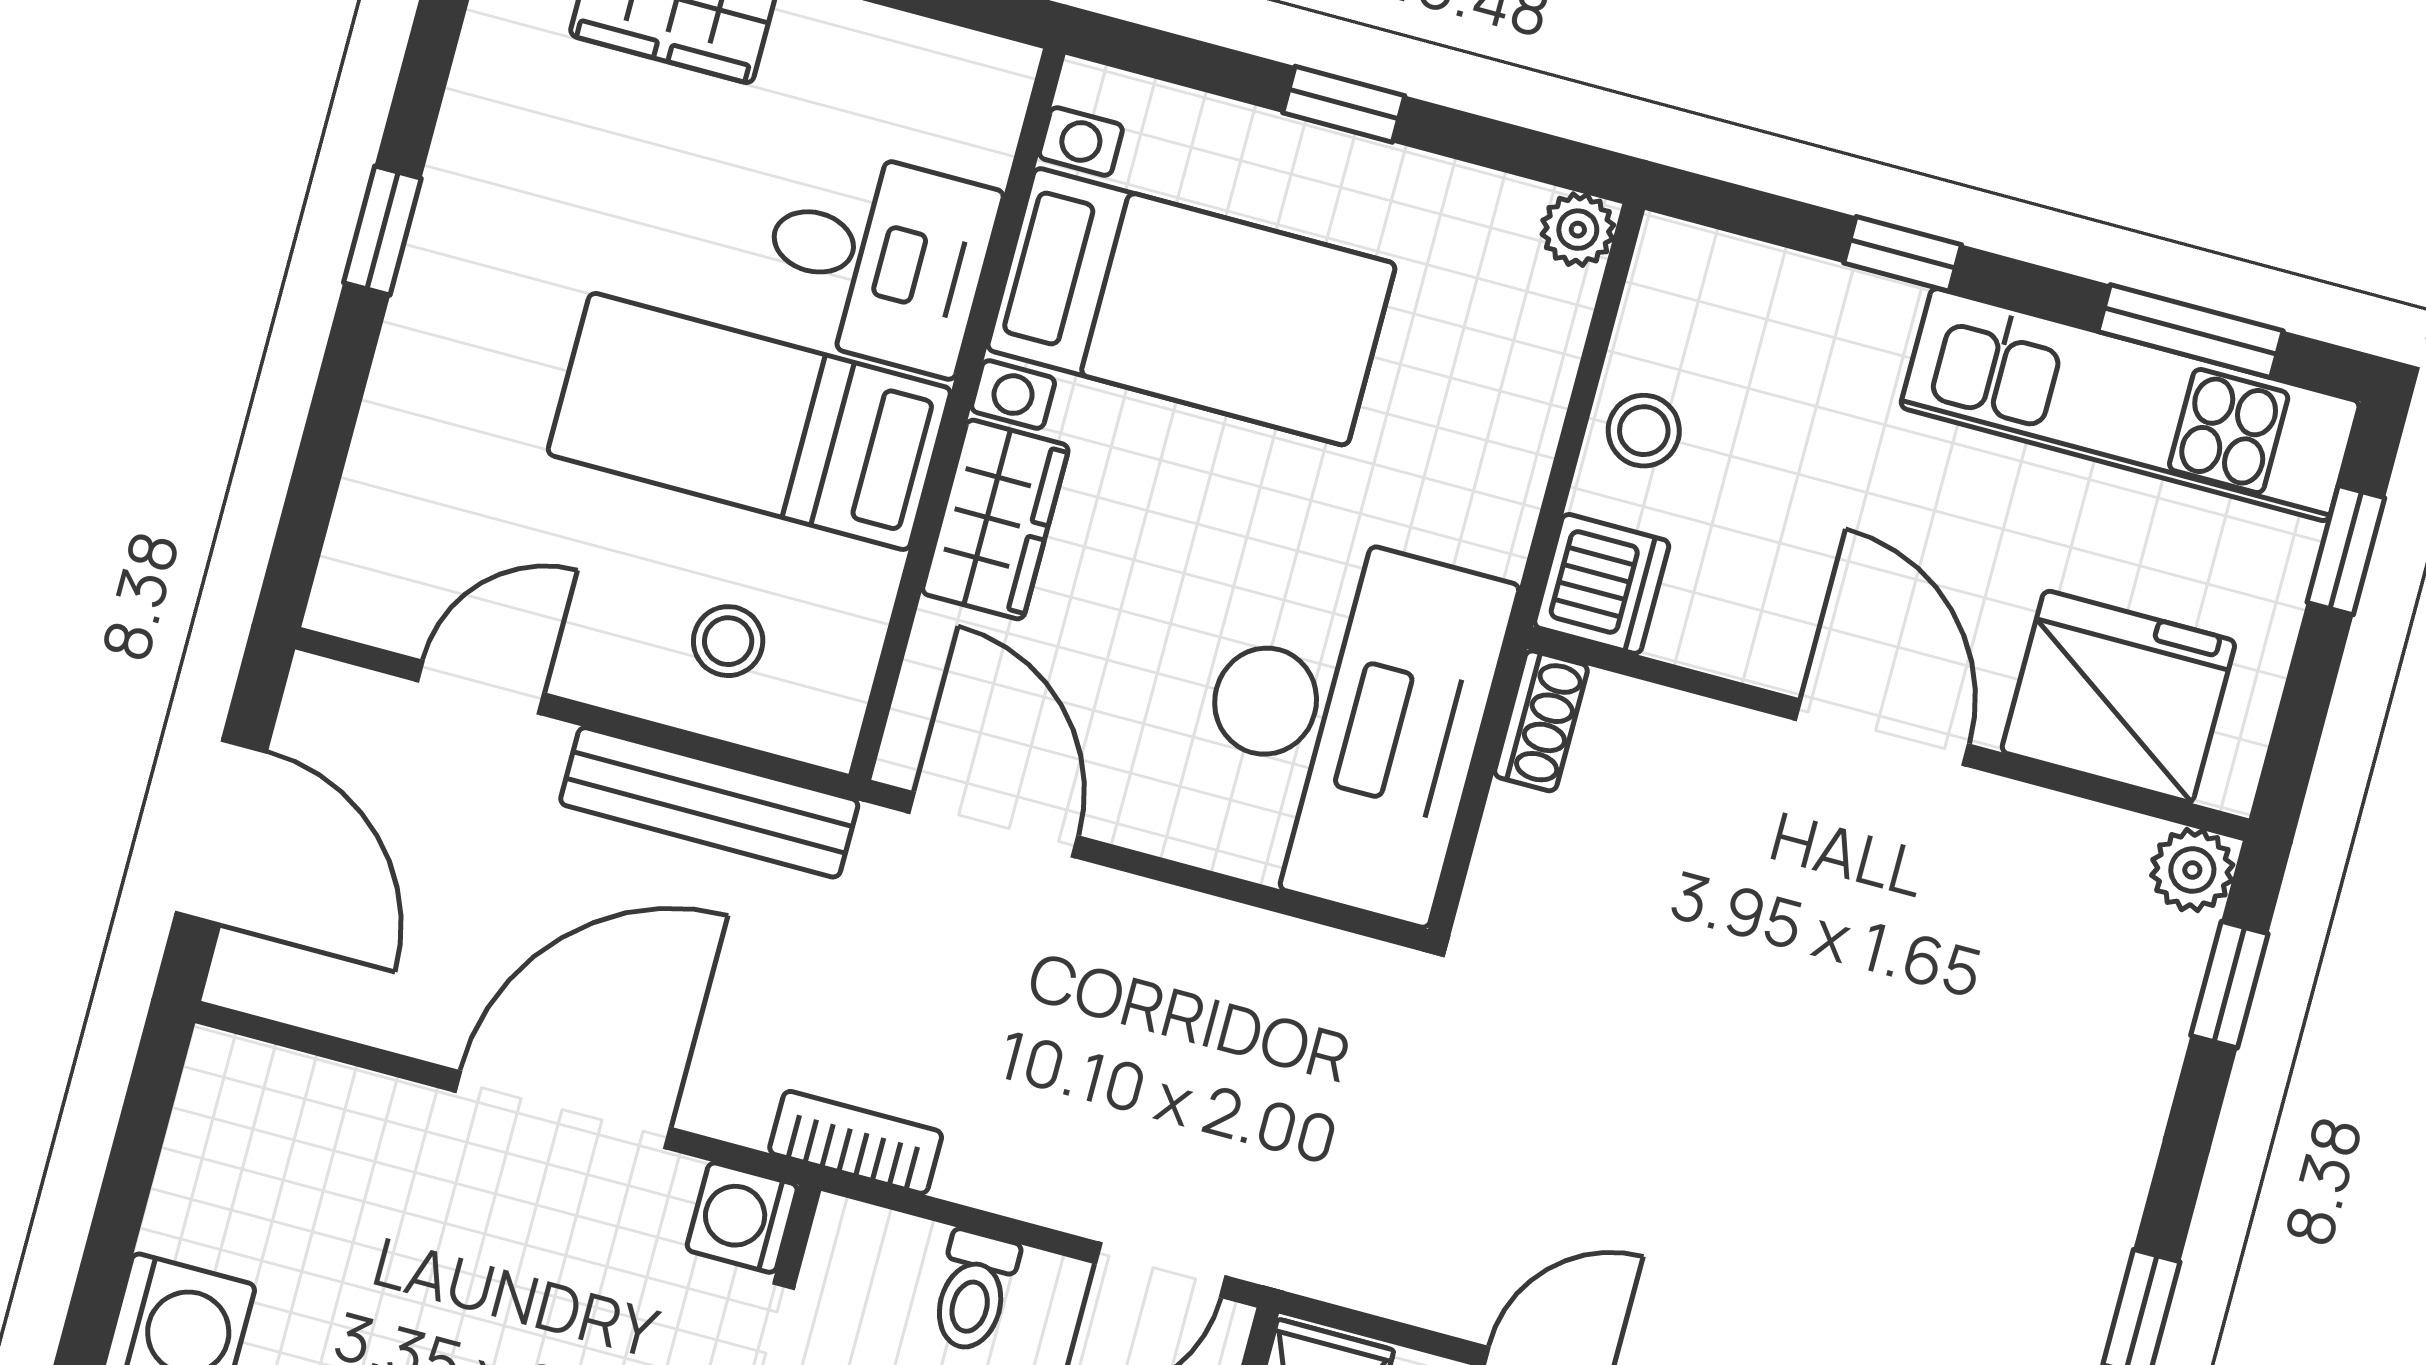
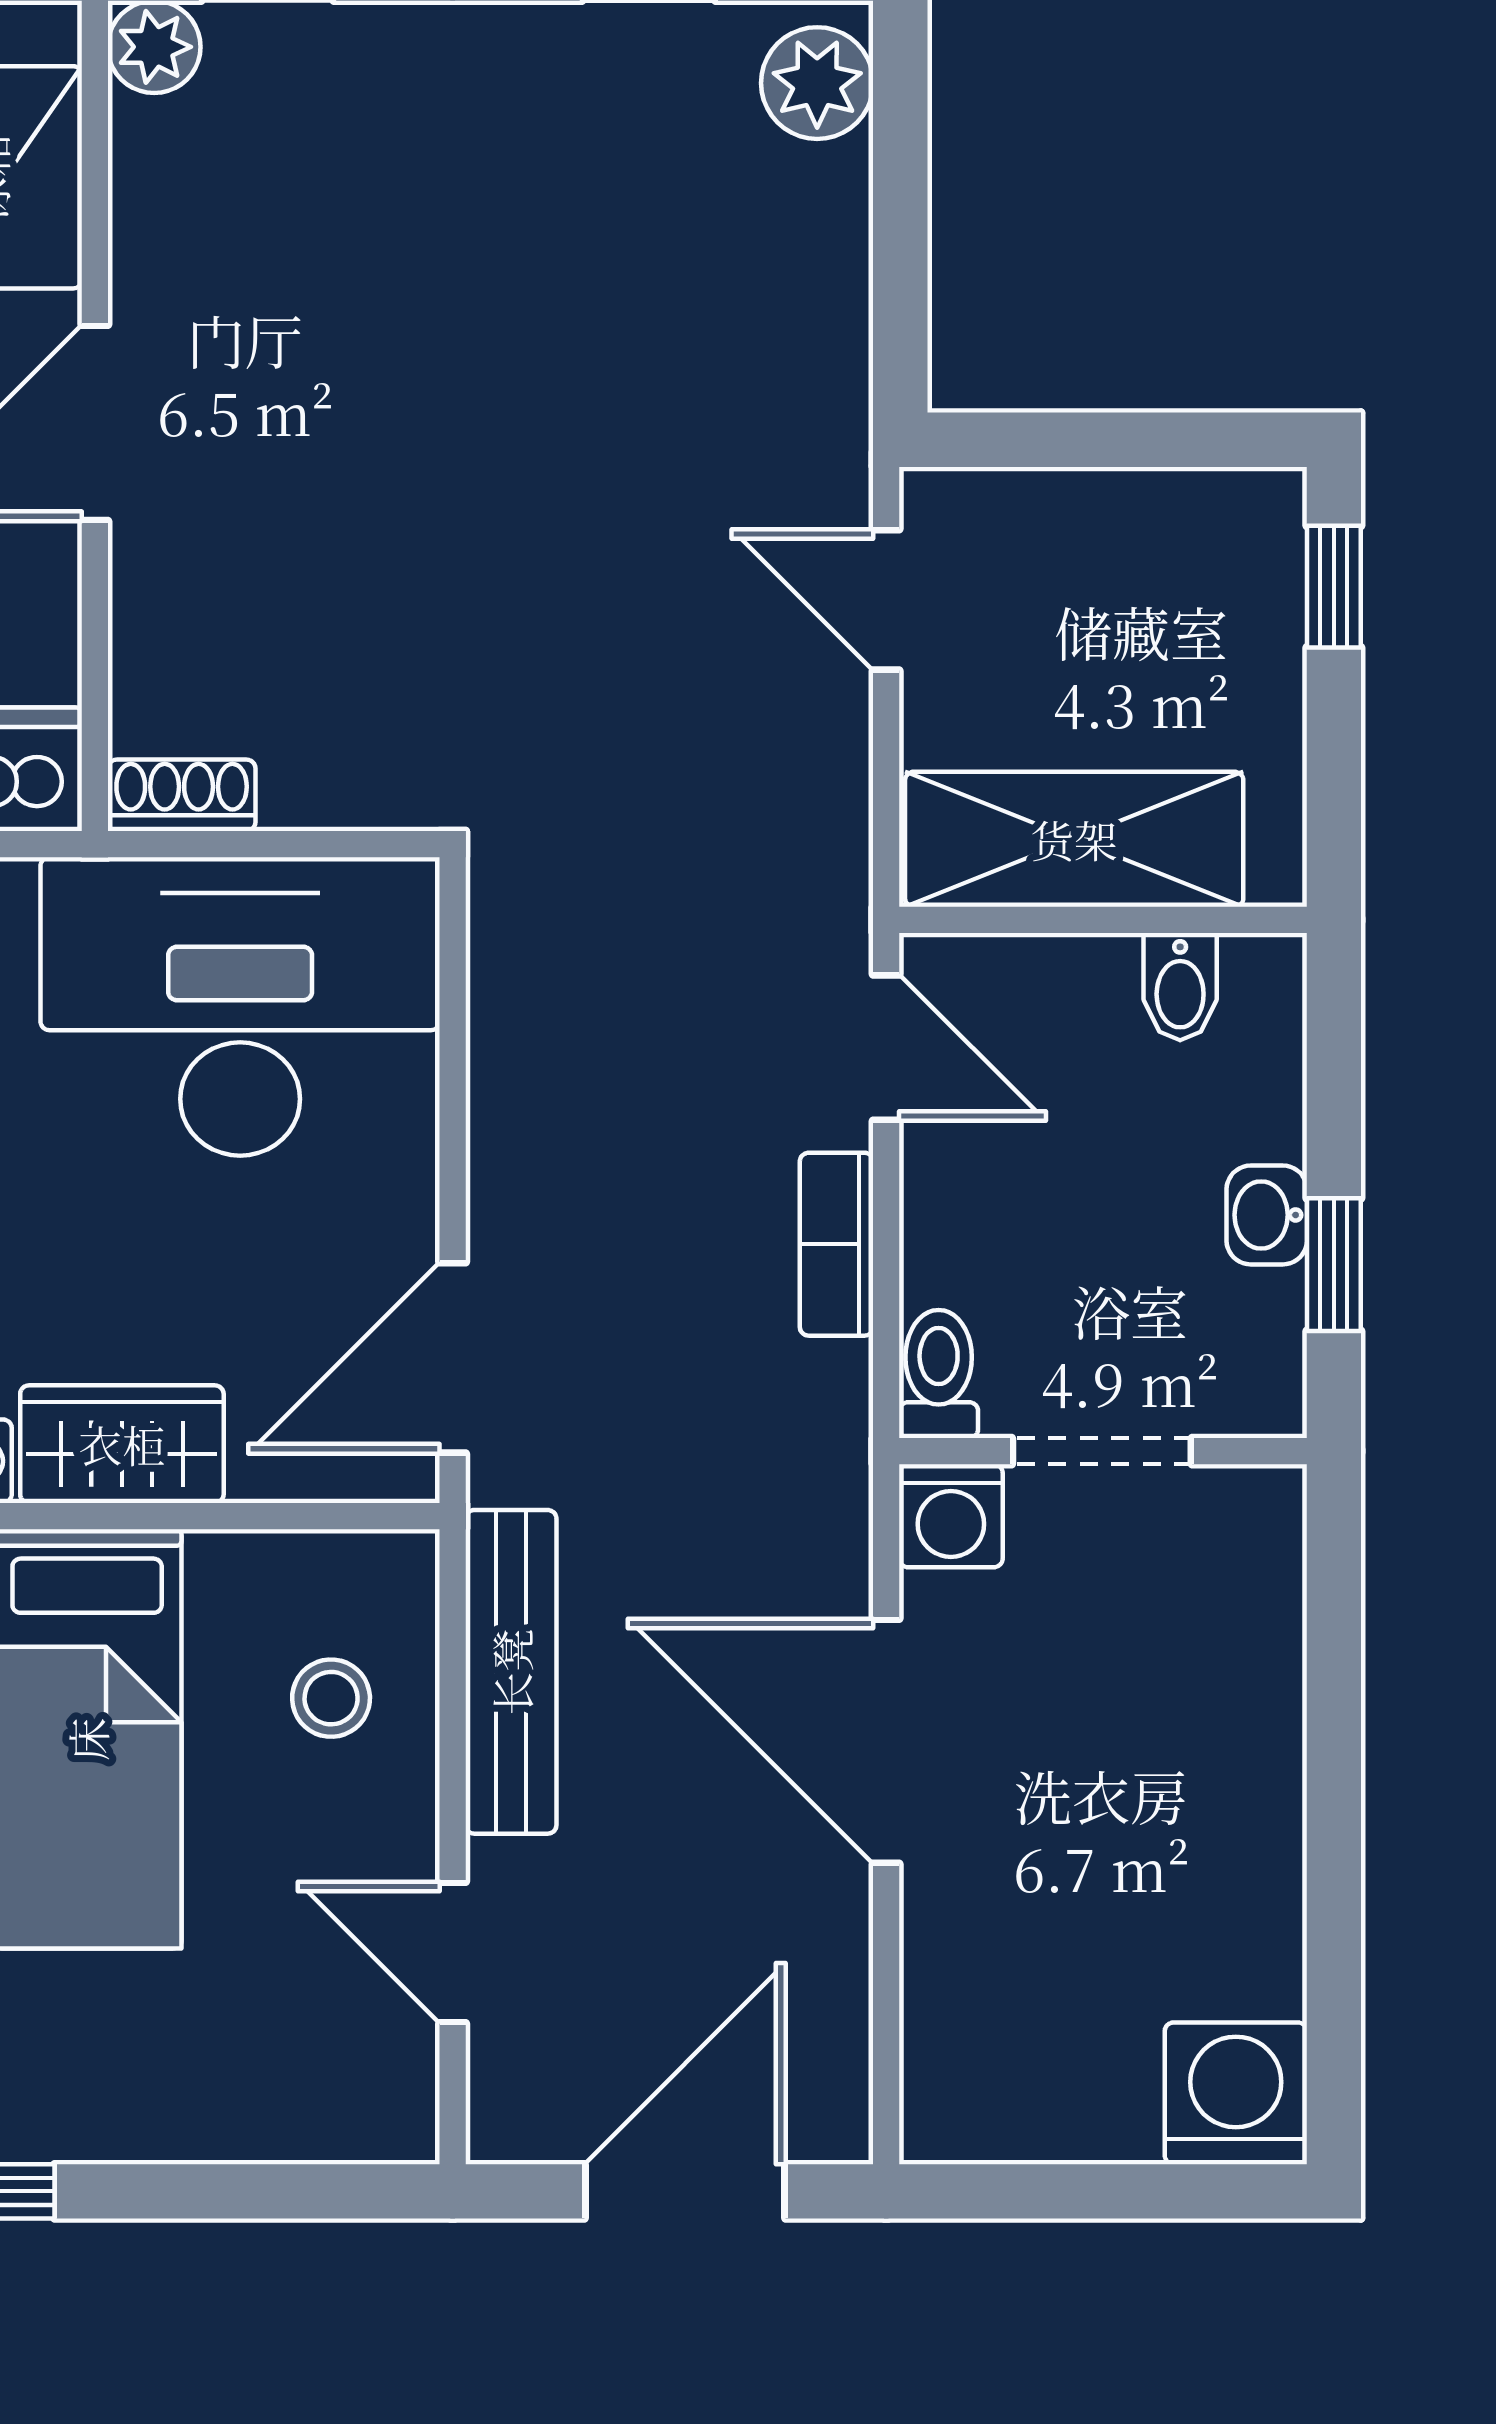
bookcase: (856, 1142) -> (837, 1244), moved
toilet: (974, 1291) -> (939, 1374), moved, turned -90

